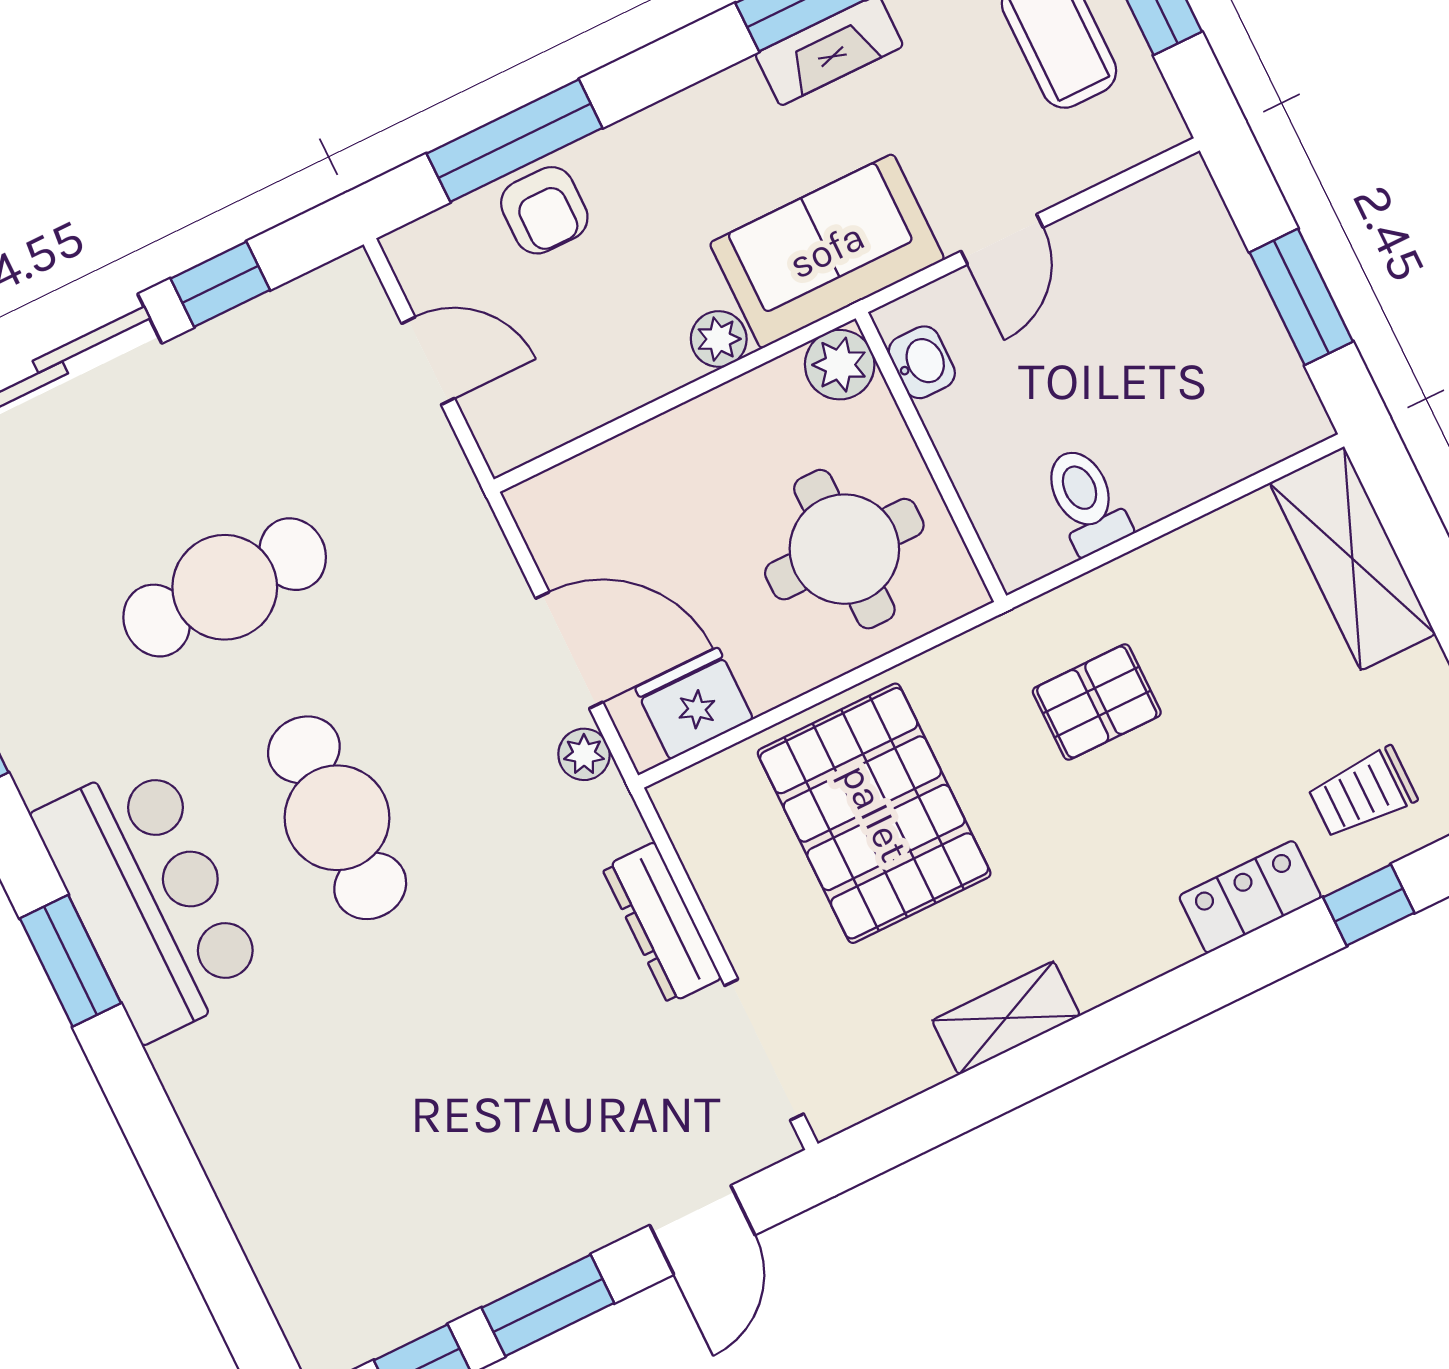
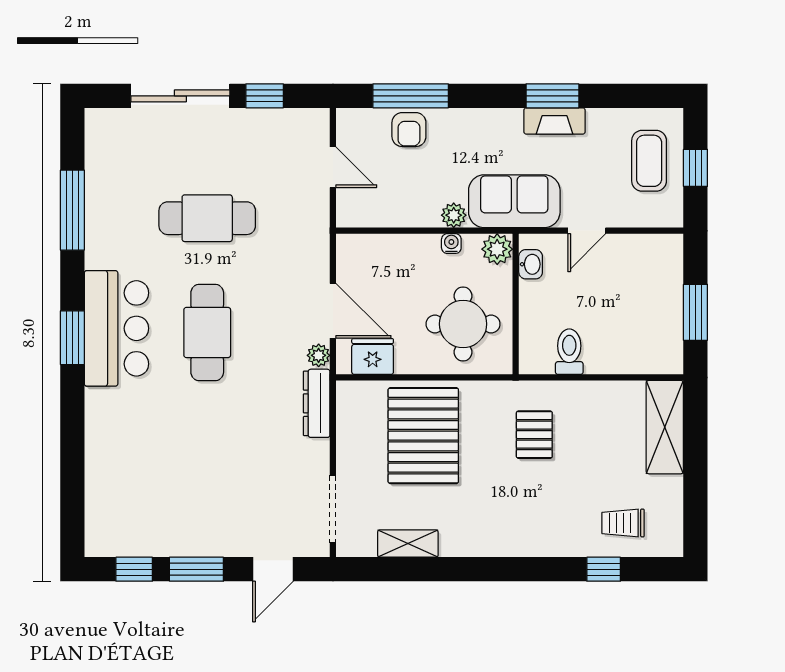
water cooler: (742, 398) -> (451, 244), added
pallet: (1097, 702) -> (534, 435), turned 90
locker: (1250, 897) -> (558, 543), removed
dresser: (662, 923) -> (317, 403), moved
shelving: (1006, 1018) -> (408, 544), moved

